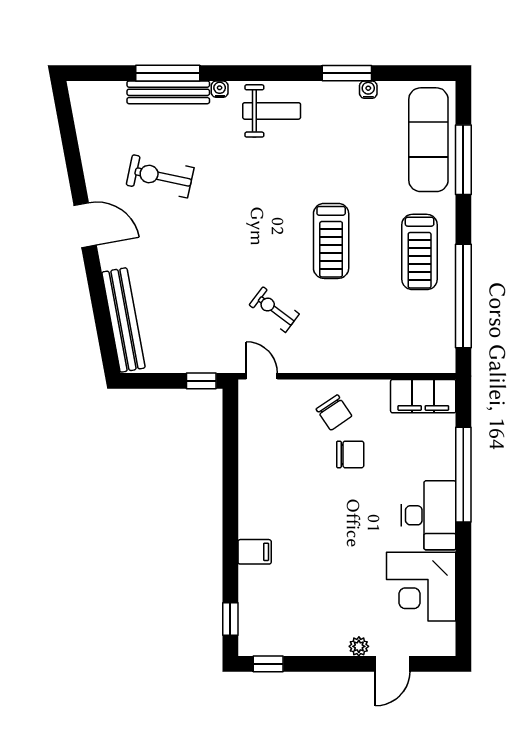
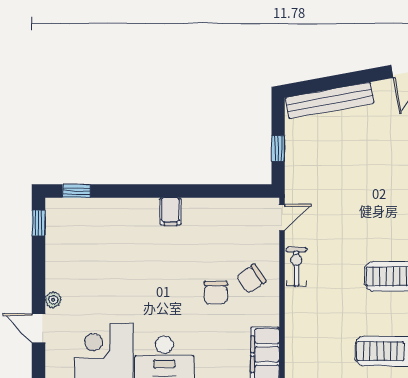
exercise bike: (274, 310) -> (296, 267), moved, turned -37
window: (201, 381) -> (278, 149), moved
filing cabinet: (255, 552) -> (170, 211), moved

